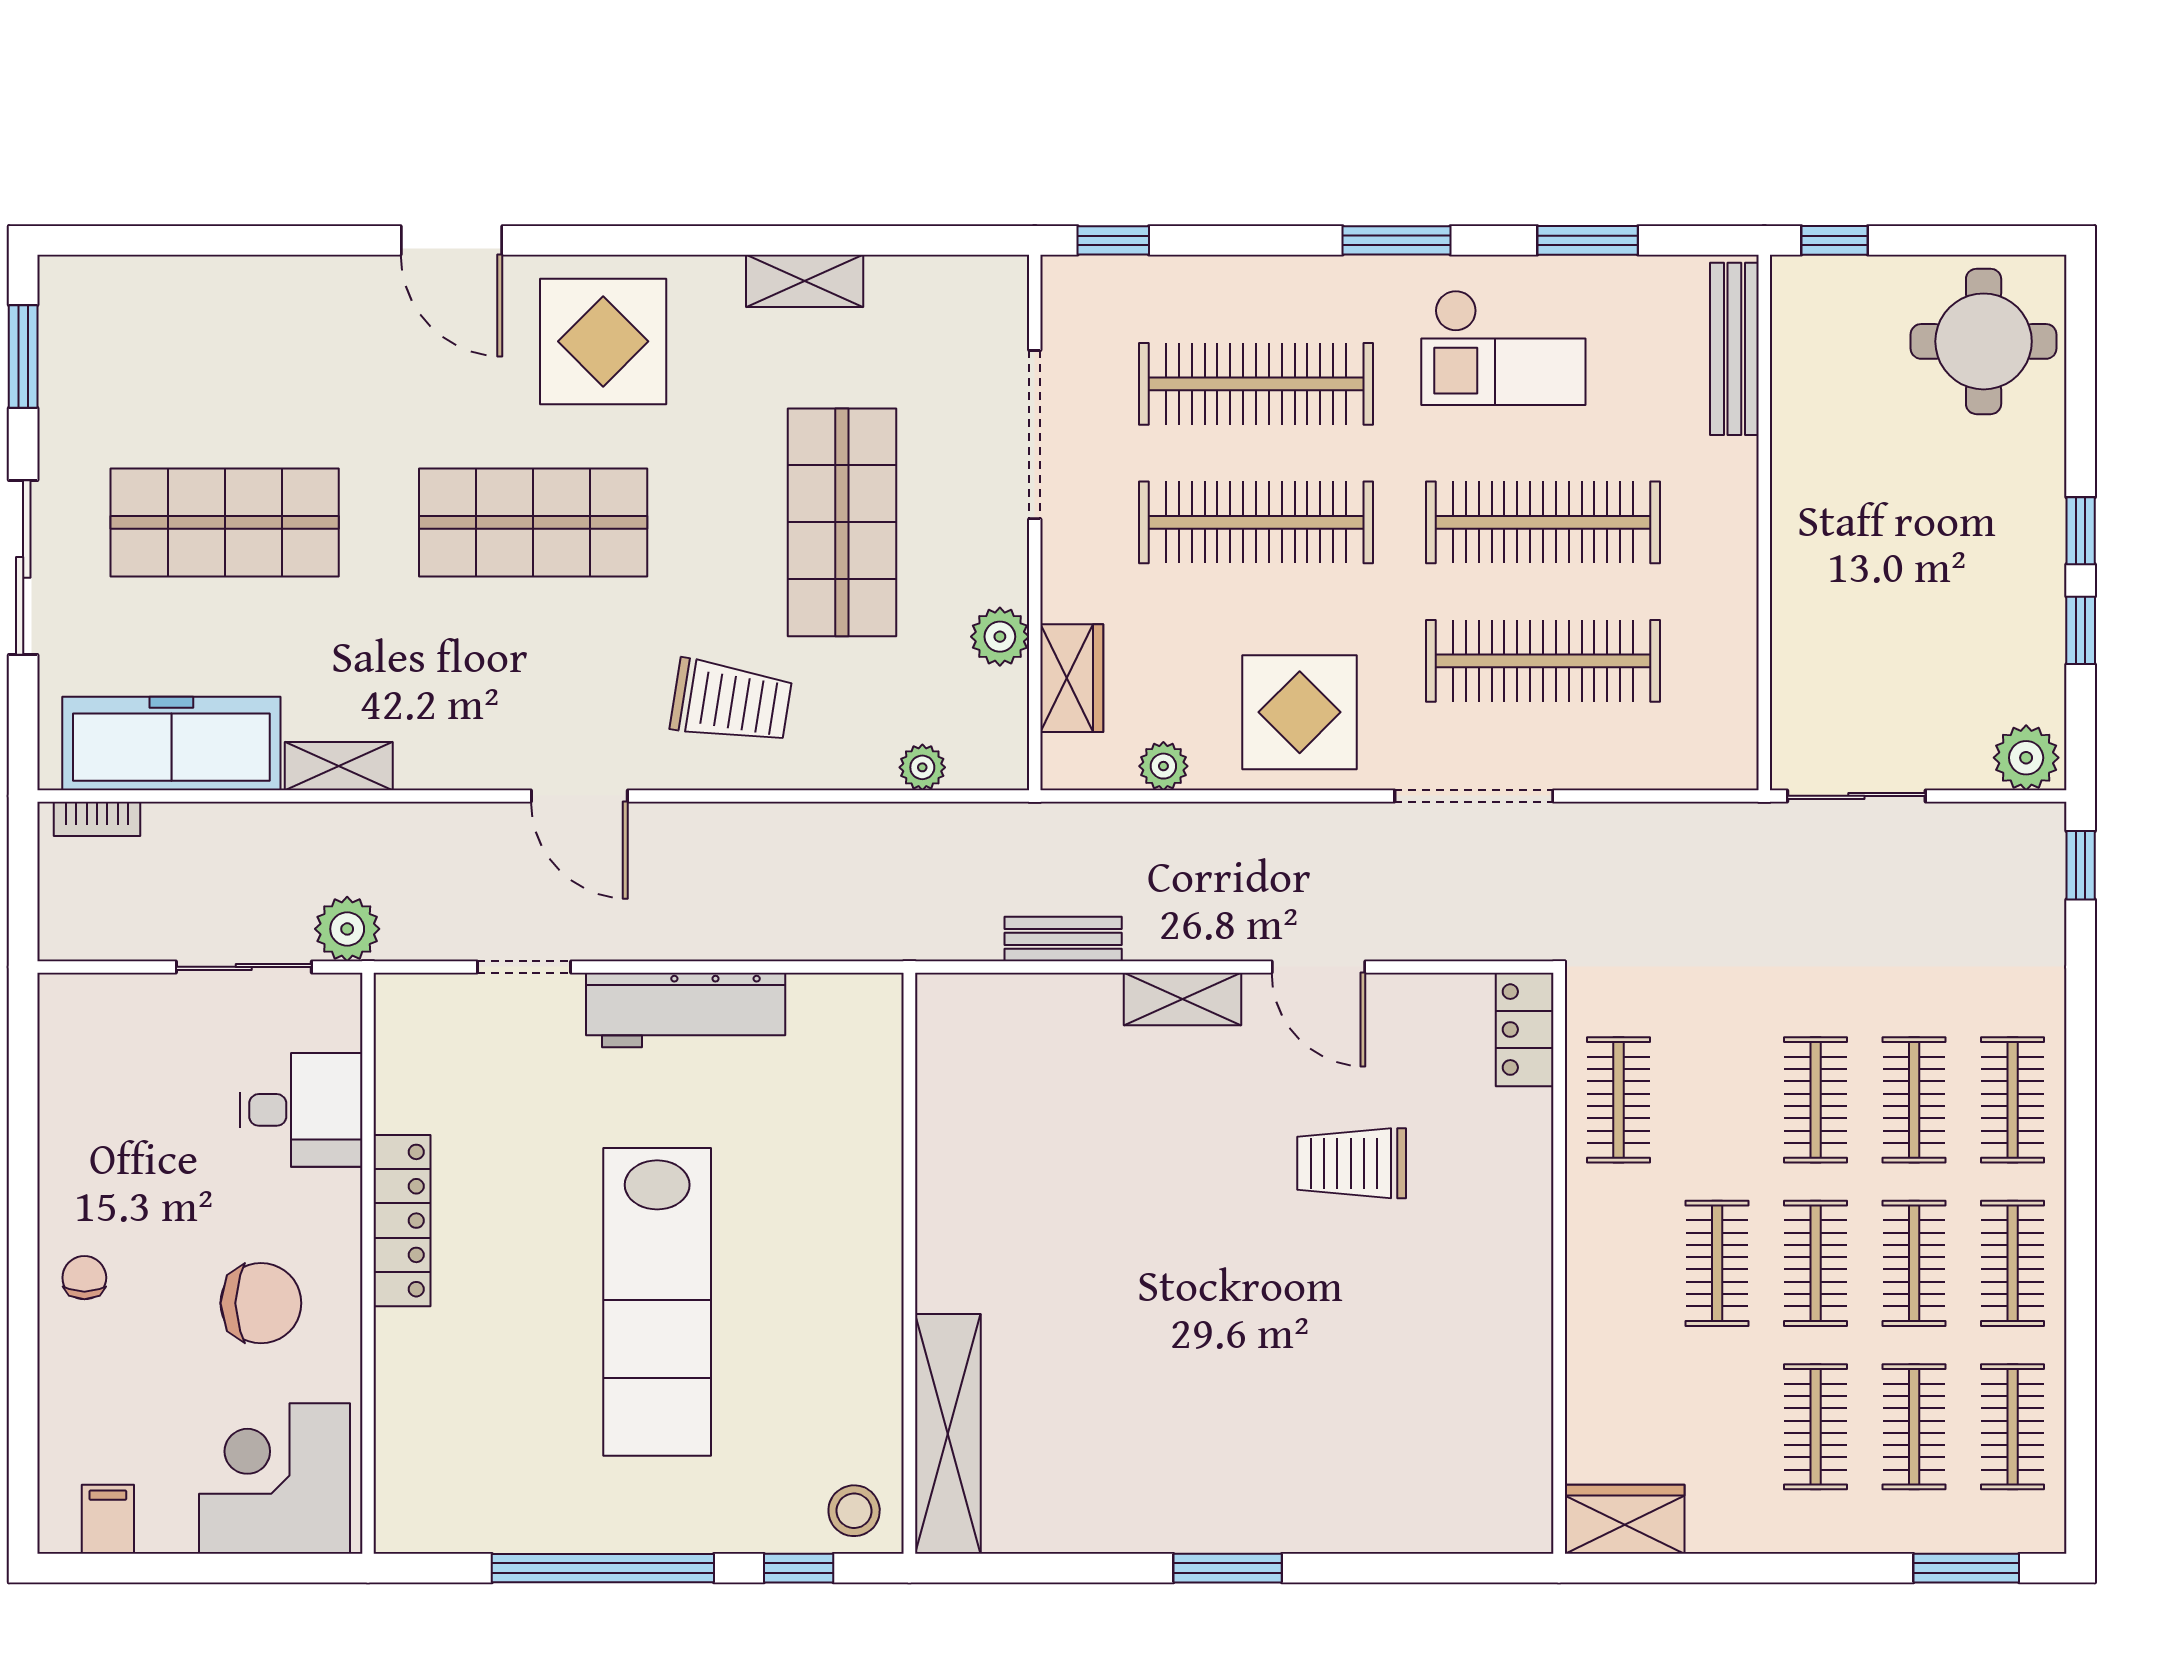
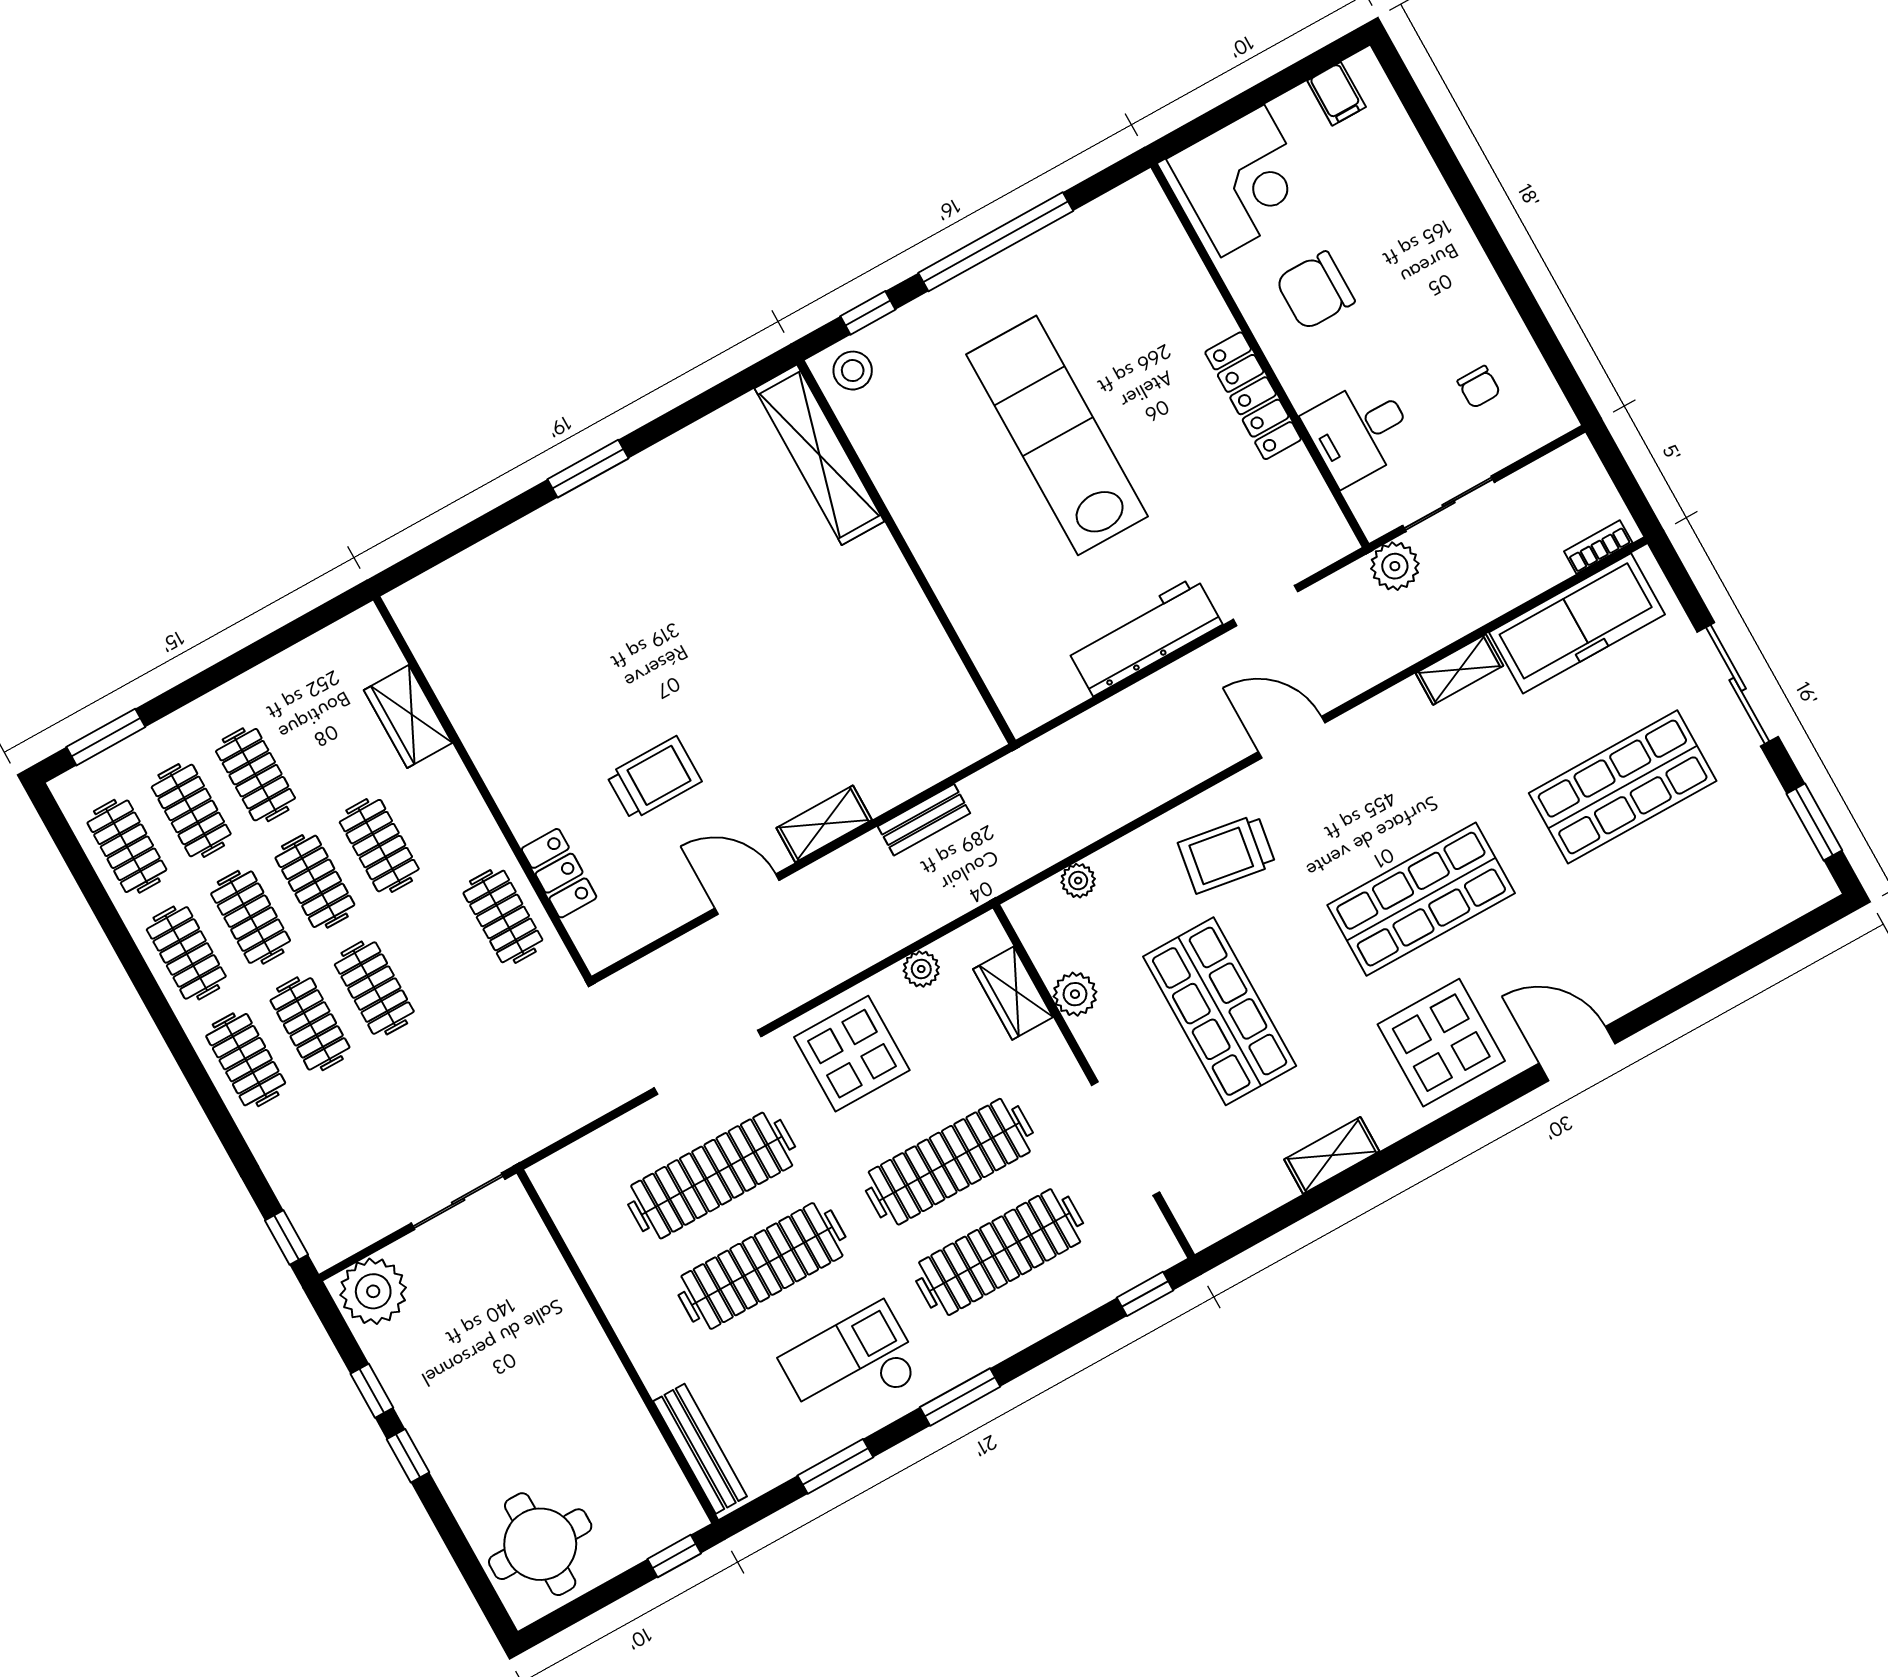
plant: (2026, 758) -> (373, 1291), width x1.36, depth x1.36
locker: (1525, 1030) -> (559, 873), moved
chair: (84, 1278) -> (1479, 387), moved
wardrobe: (1625, 1519) -> (408, 717), moved, turned 90

